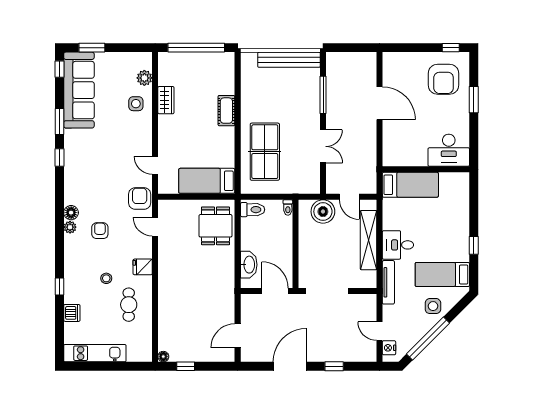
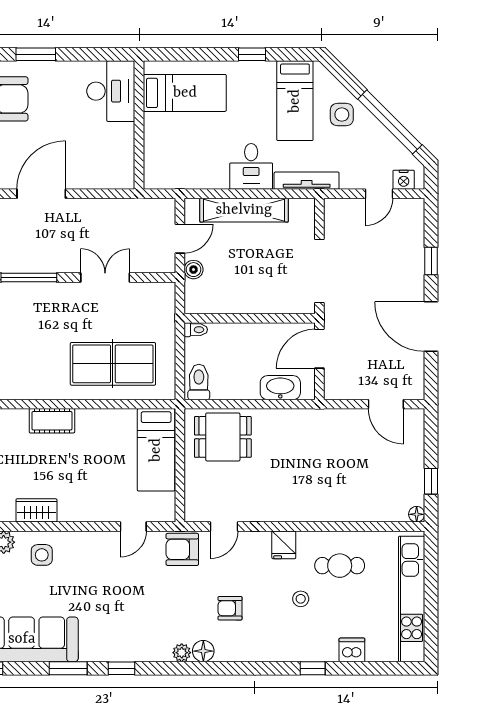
bed: (410, 185) -> (185, 93), moved, turned 90
boiler: (323, 212) -> (193, 270), width x0.54, depth x0.54
plant: (70, 227) -> (182, 653), moved
kitchen unit: (95, 353) -> (412, 599), width x1.36

